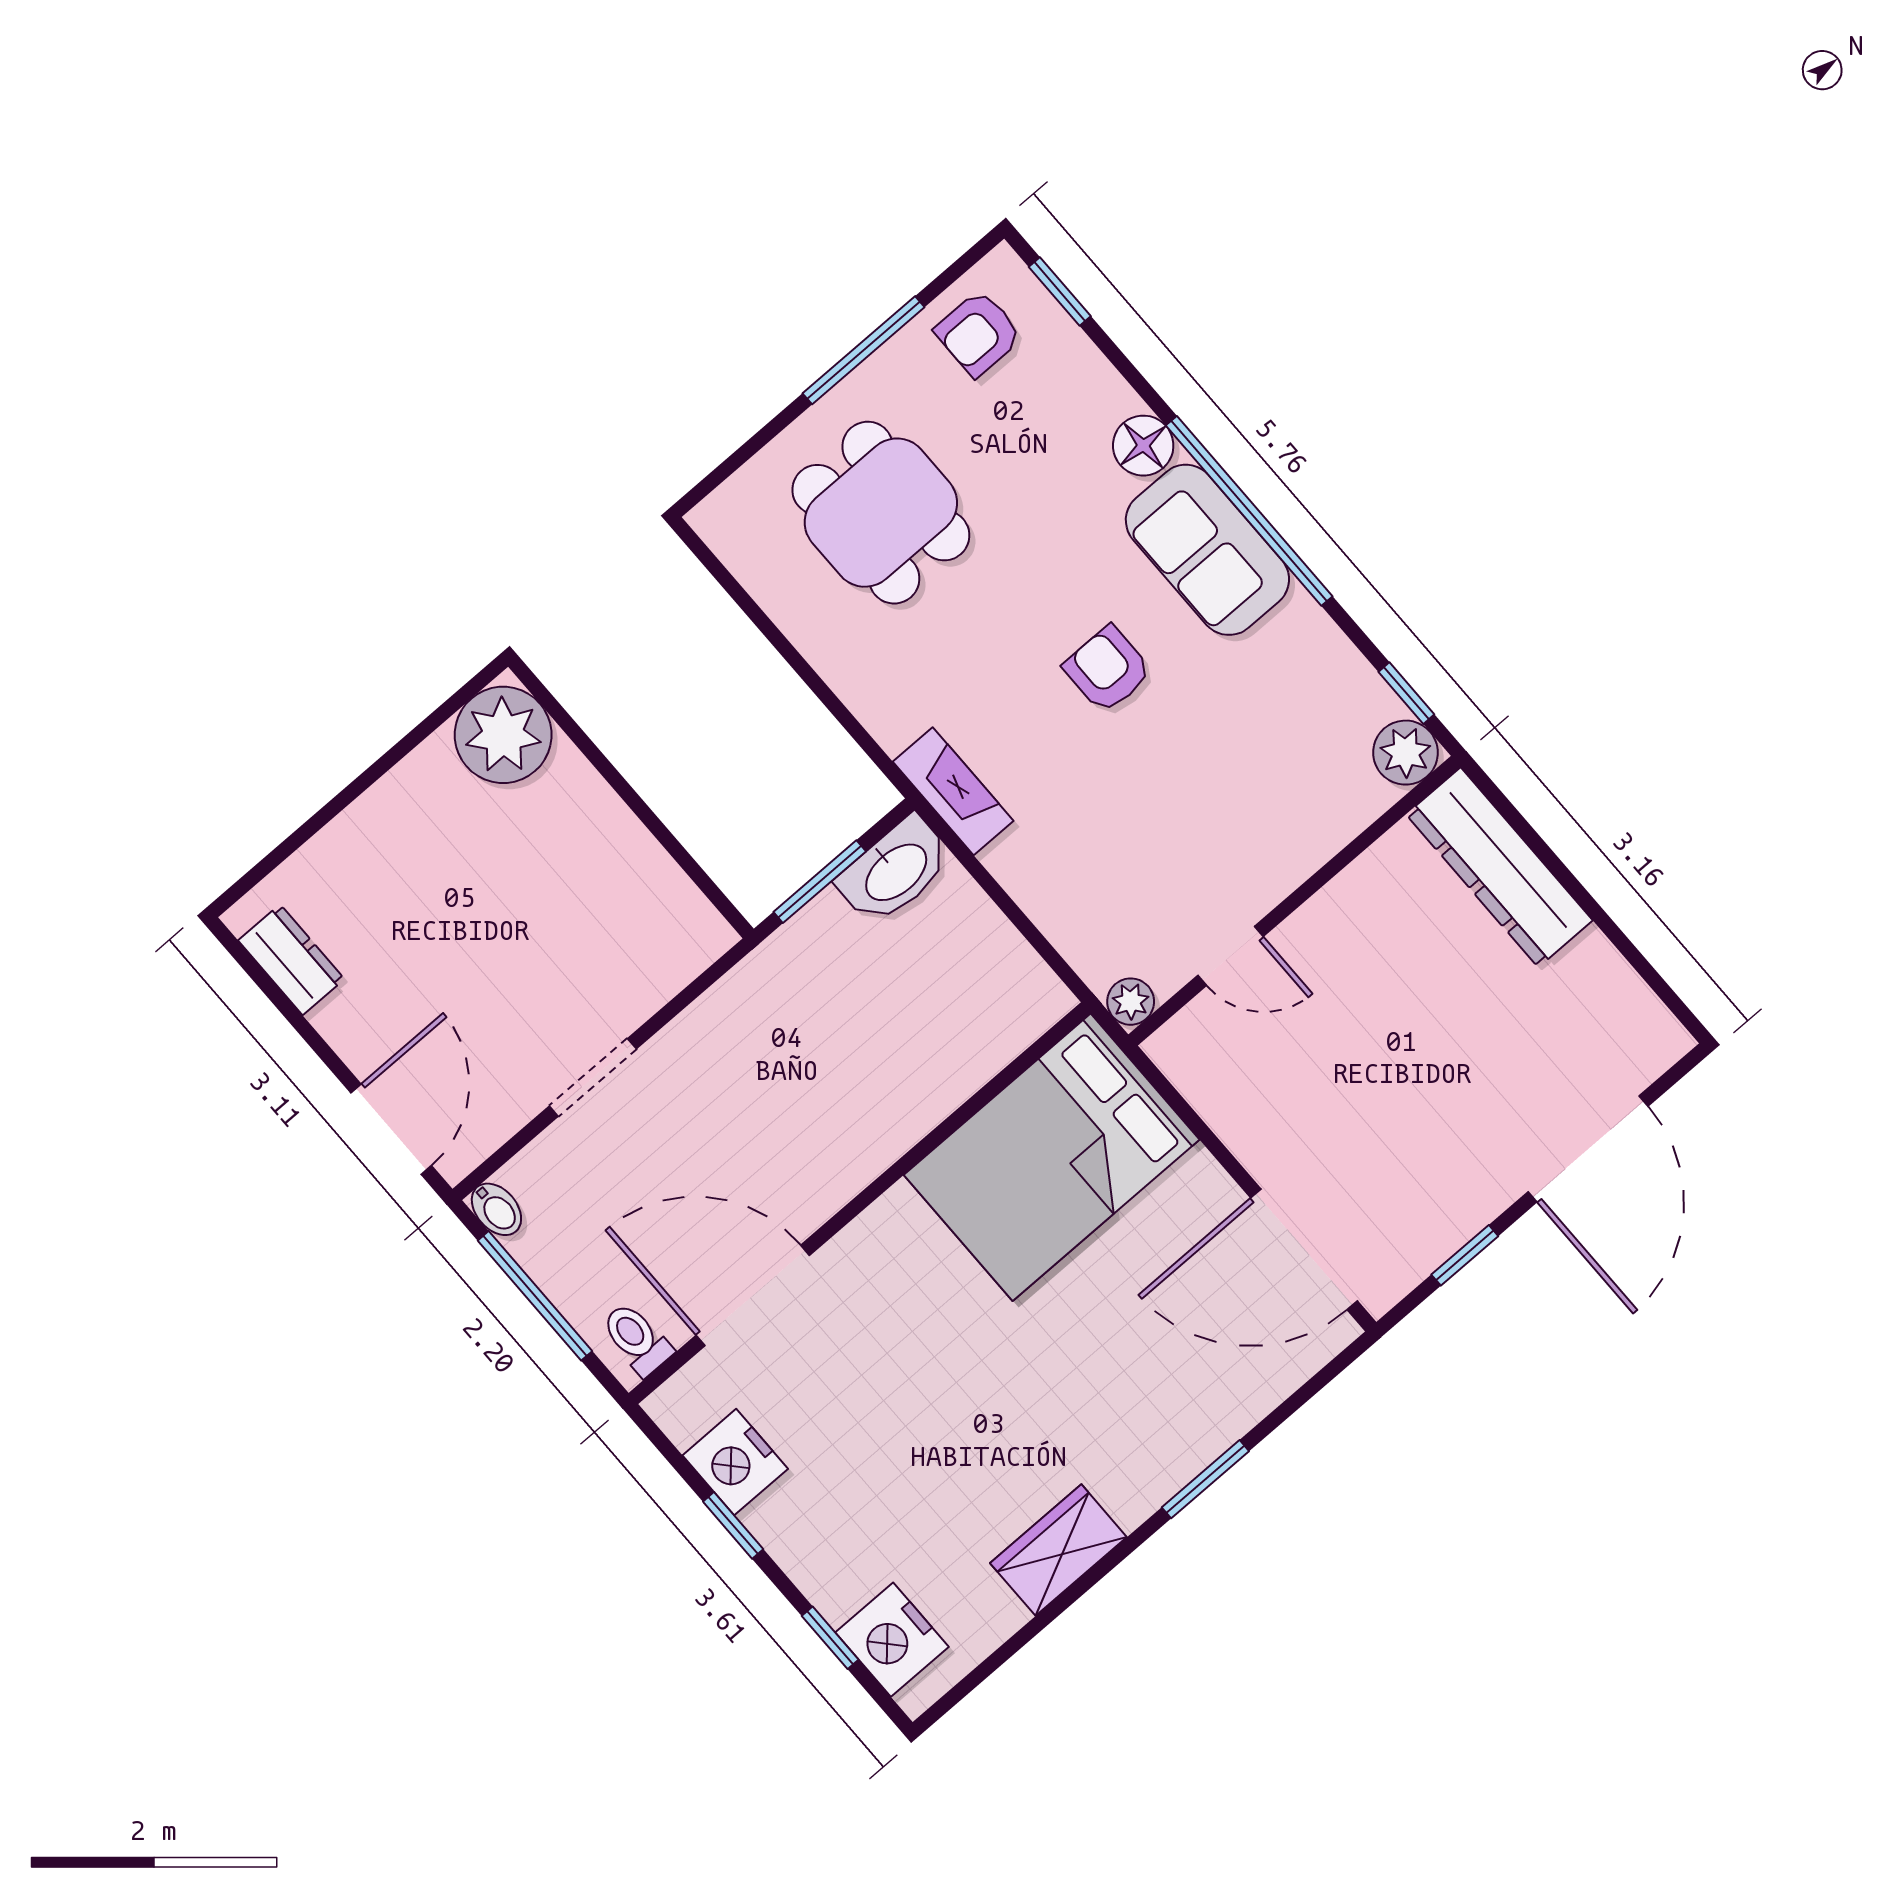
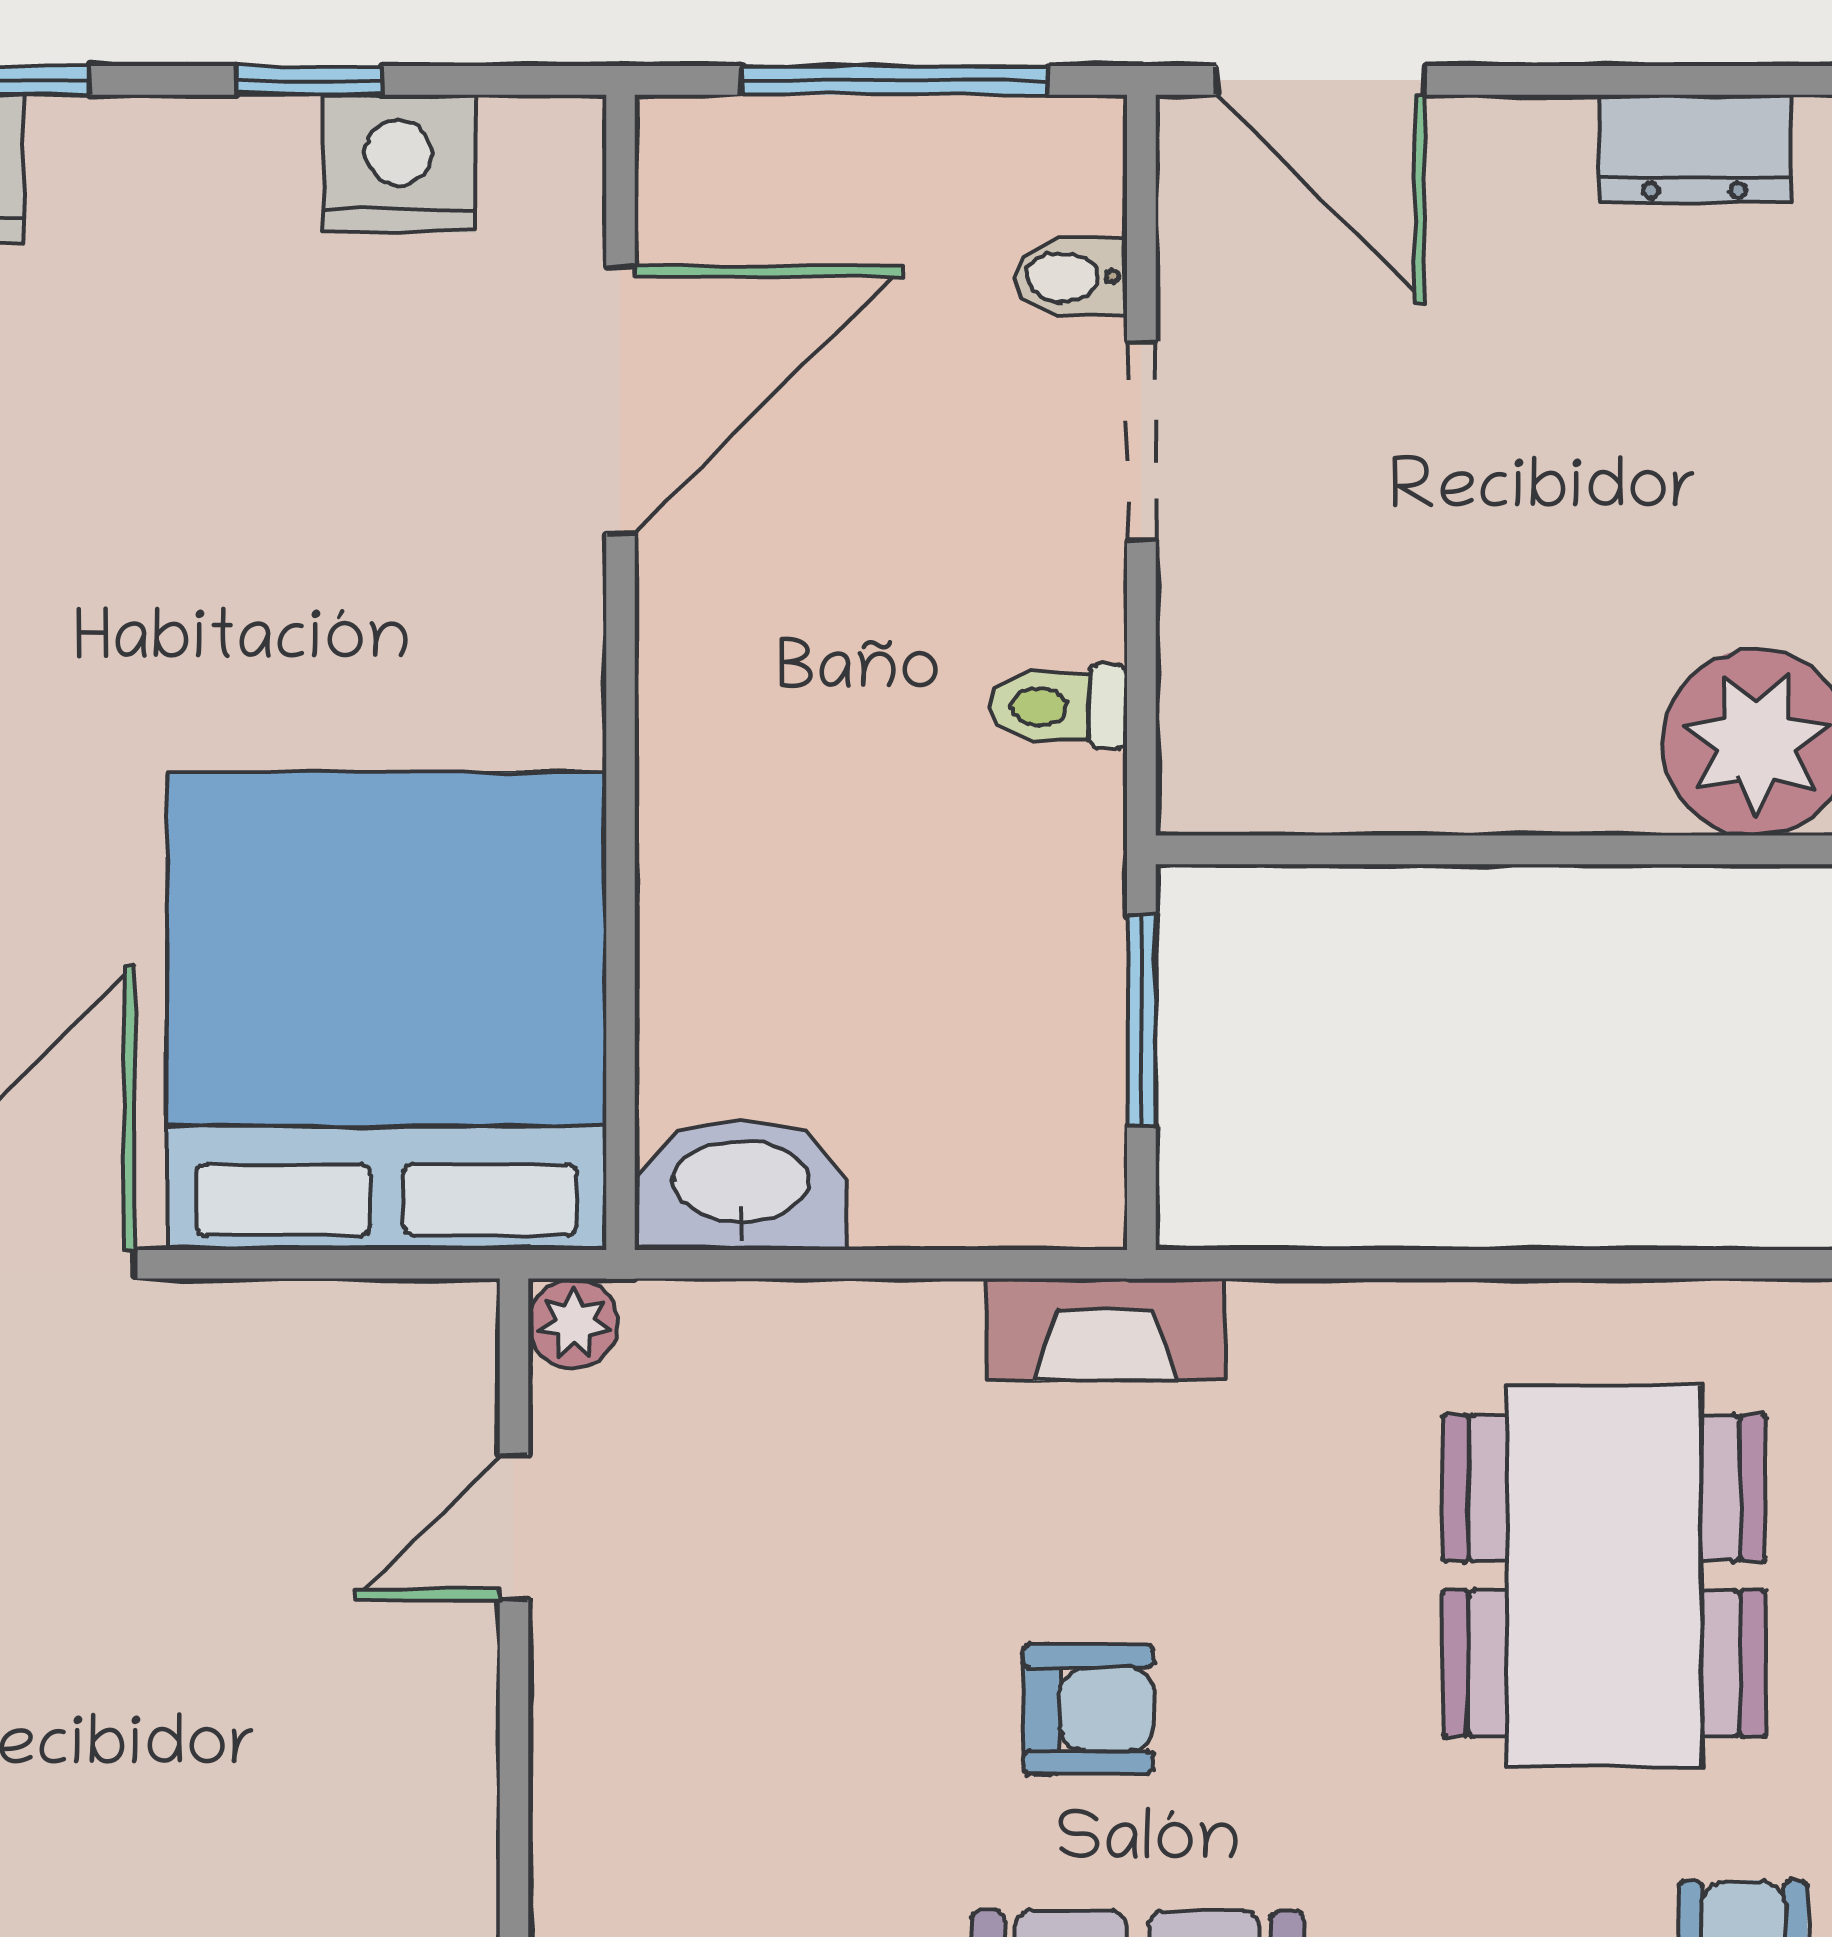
dining table: (881, 513) -> (1604, 1576), width x1.37
washbasin: (895, 871) -> (741, 1185), moved, turned 90
bed: (1052, 1157) -> (387, 1011), width x1.36
bidet: (496, 1209) -> (1070, 277), moved
toilet: (637, 1339) -> (1058, 707), moved, turned 180

